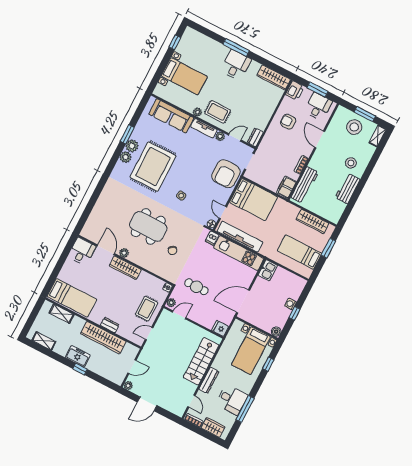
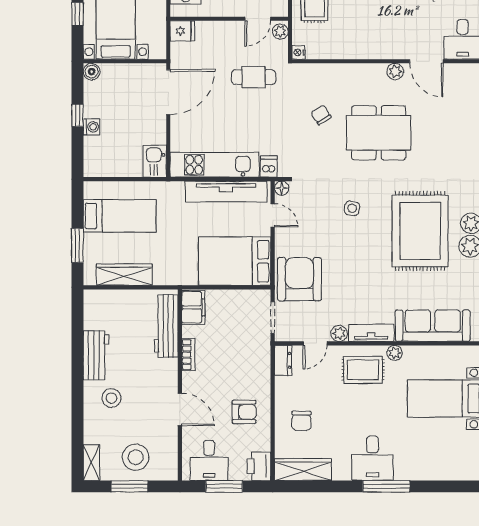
chair: (262, 102) -> (301, 421), added
wardrobe: (125, 268) -> (381, 49), removed

